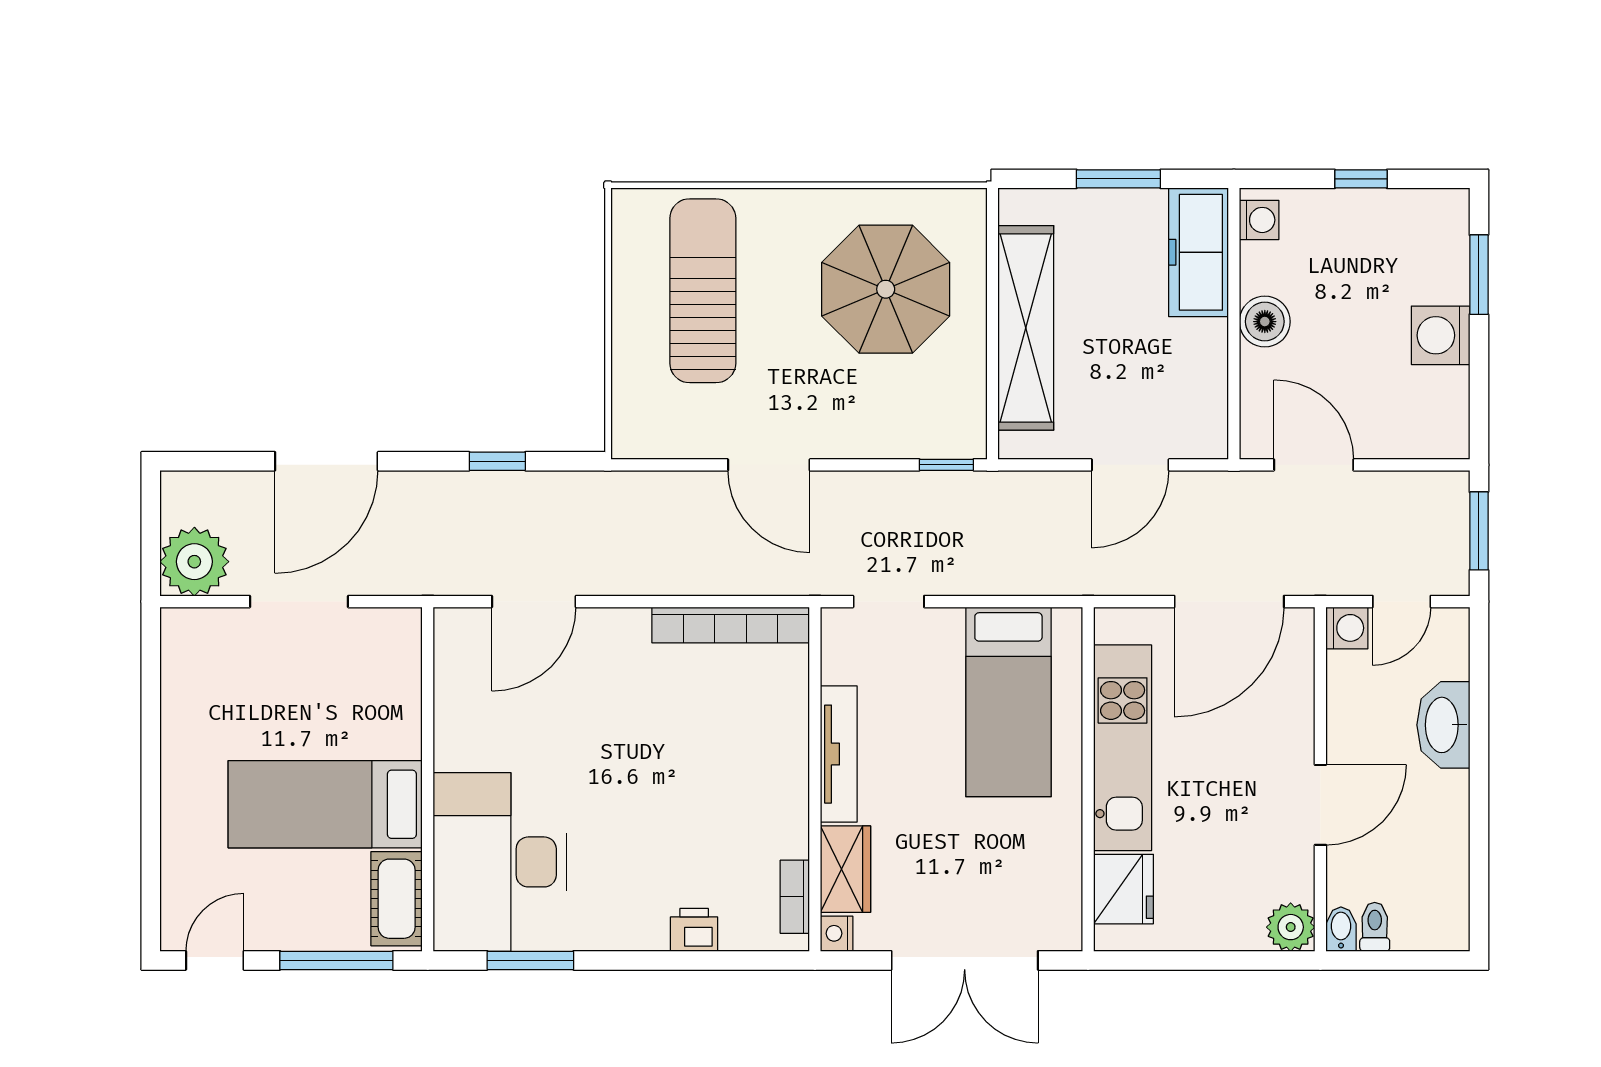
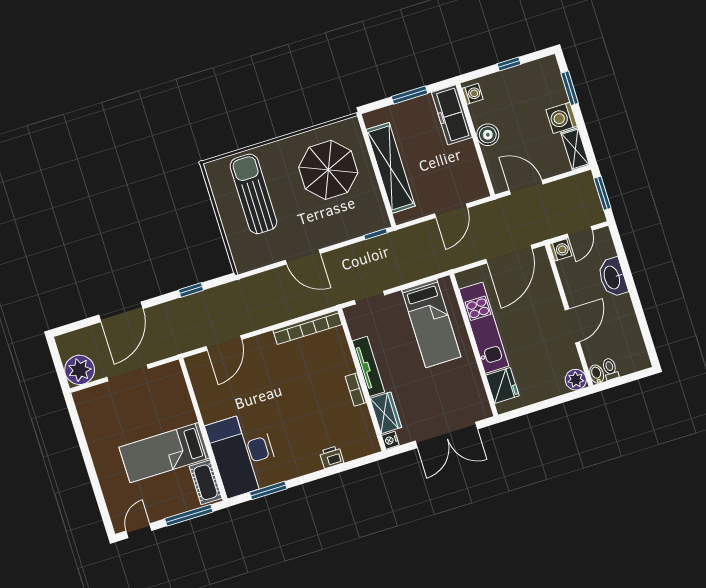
shelving: (1449, 414) -> (575, 149), added
bookcase: (795, 897) -> (356, 390), moved

